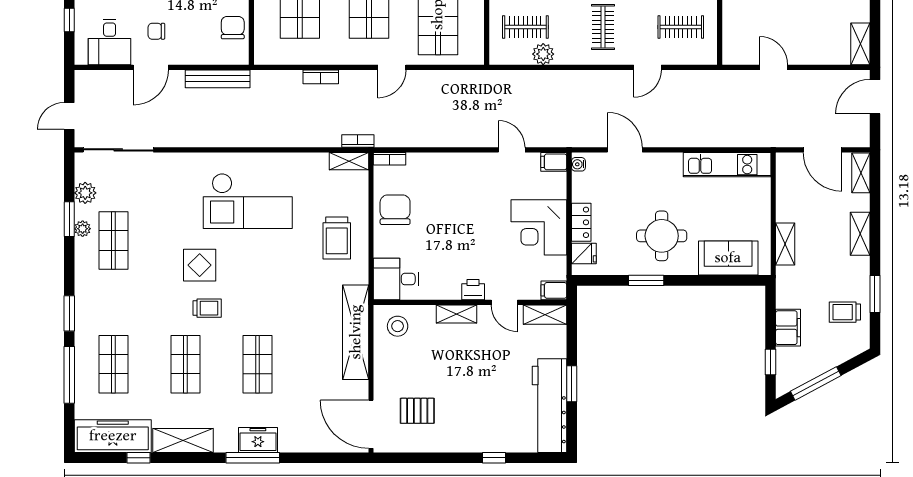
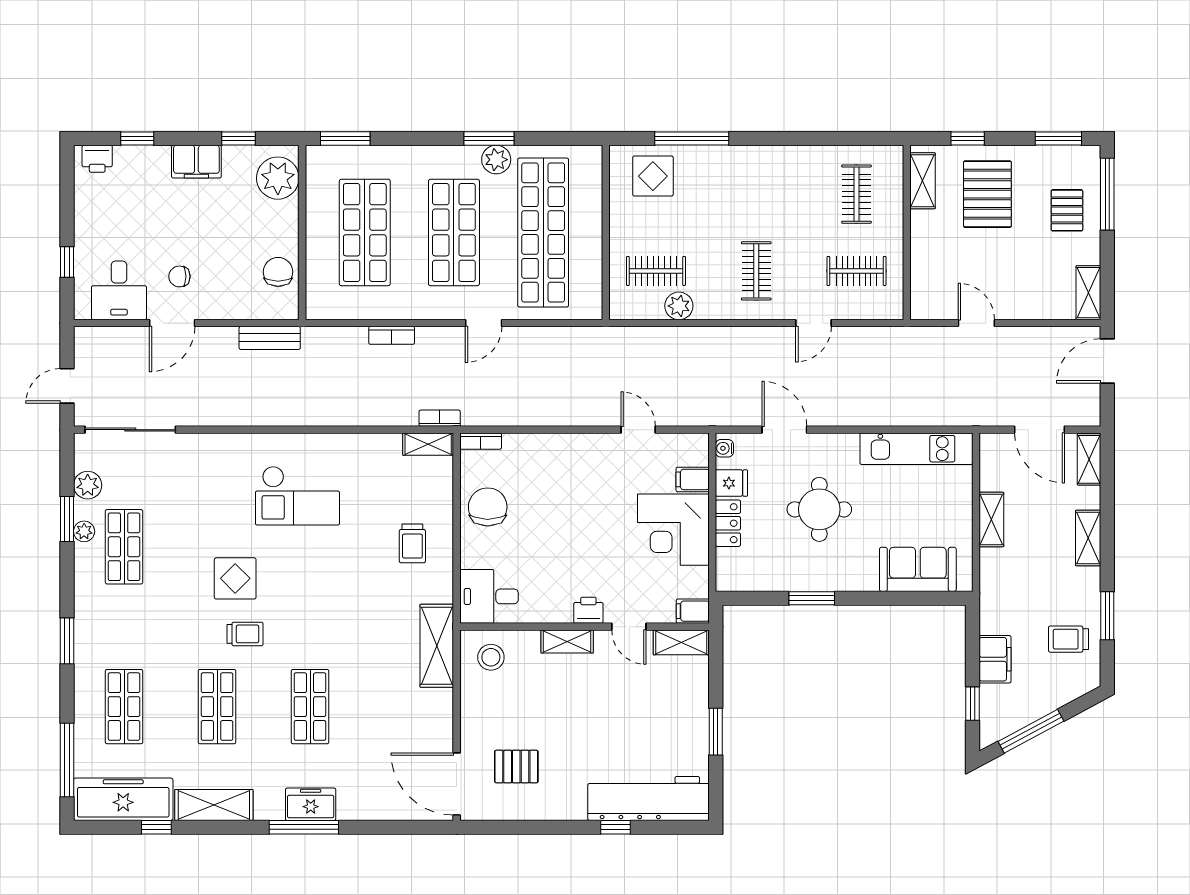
bench: (218, 79) -> (270, 338), width x0.73
filing cabinet: (554, 162) -> (693, 479), moved
checkout: (248, 201) -> (297, 496), width x0.73, depth x0.83
round table: (662, 236) -> (819, 509), moved
trolley: (337, 238) -> (412, 543), width x0.73, depth x0.72
shelving: (785, 244) -> (991, 519), moved
fridge: (584, 253) -> (731, 483), moved
shelving: (356, 332) -> (437, 646), width x0.68
window: (69, 375) -> (67, 760), moved
workbench: (549, 406) -> (648, 798), moved, turned 90

